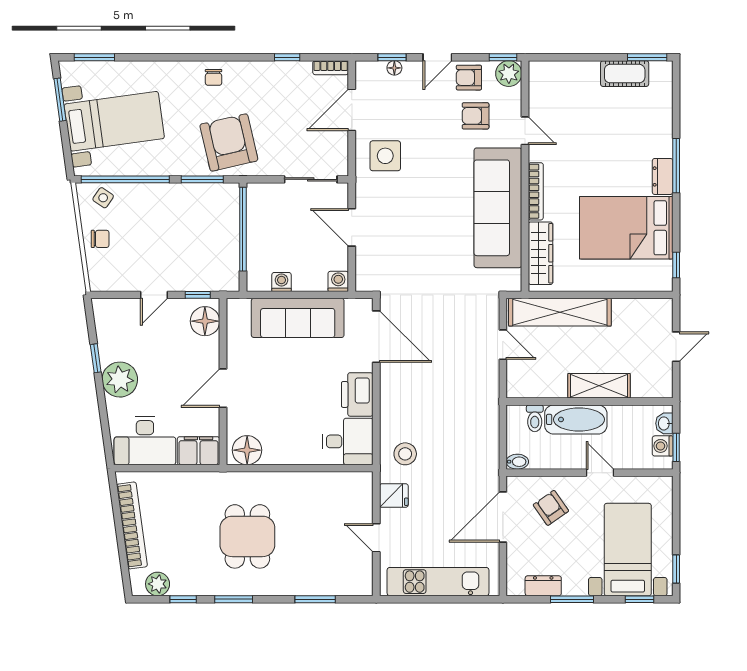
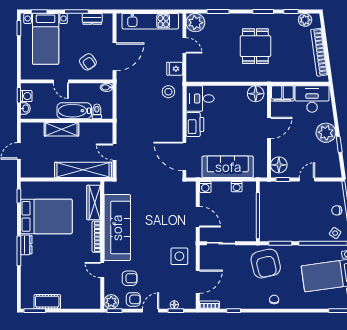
plant: (356, 579) -> (195, 23), added

